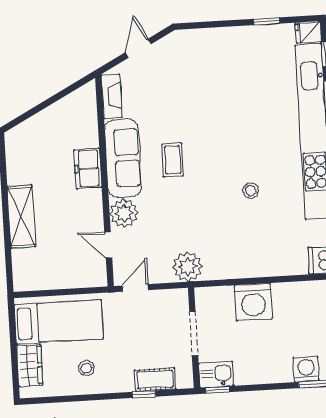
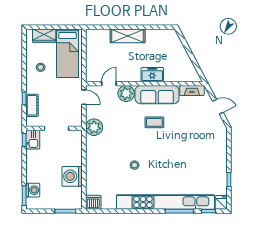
washing machine: (253, 302) -> (72, 176), moved

